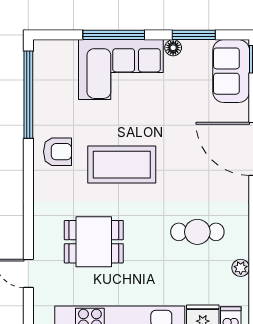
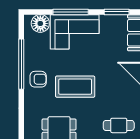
floor lamp: (173, 48) -> (40, 23), moved, width x1.89, depth x1.89
window: (28, 95) -> (21, 64), moved

